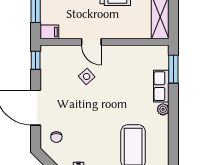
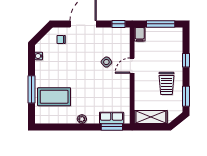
row of seats: (161, 86) -> (112, 118), moved

